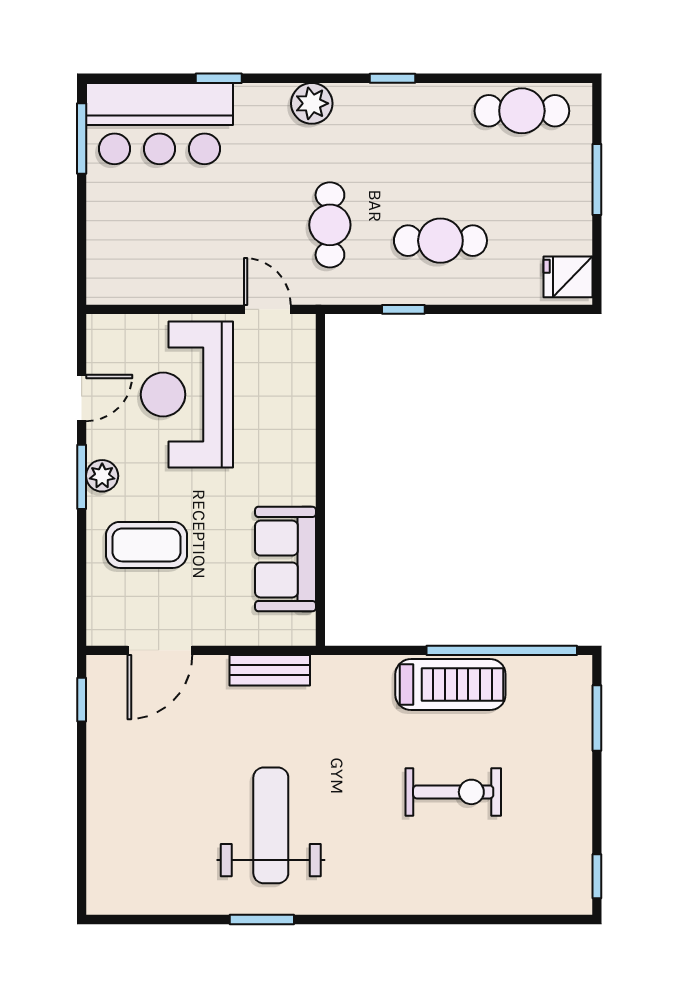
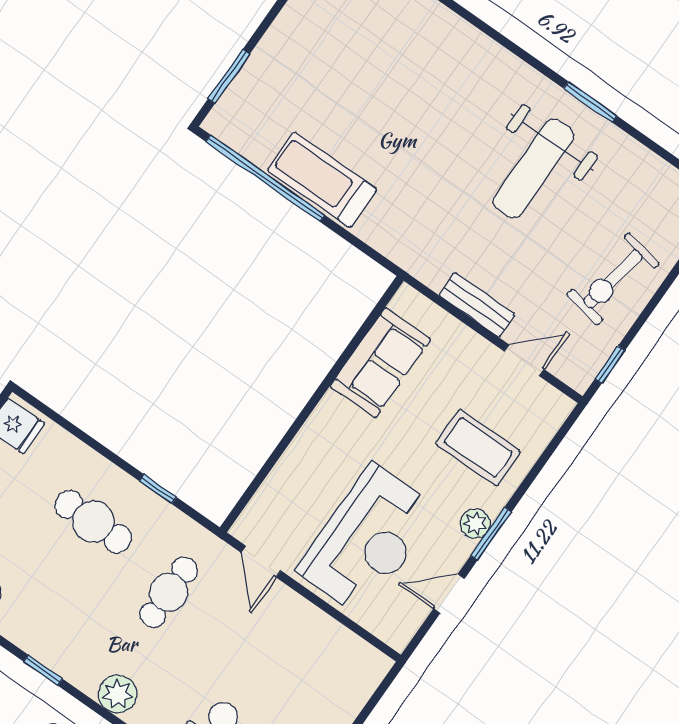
door: (160, 650) -> (524, 360), width x0.73
bench: (270, 670) -> (477, 305), moved
exercise bike: (453, 792) -> (613, 279), moved, turned -80

